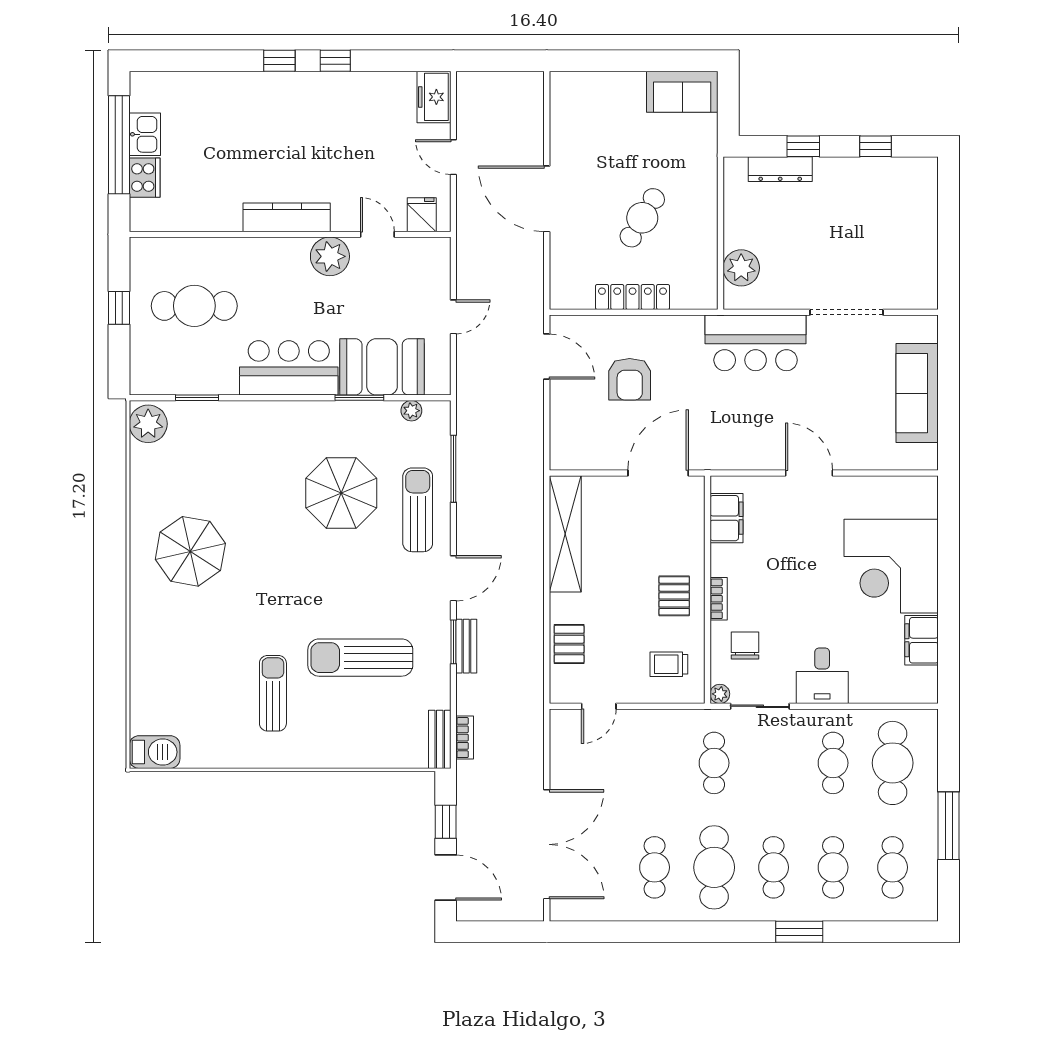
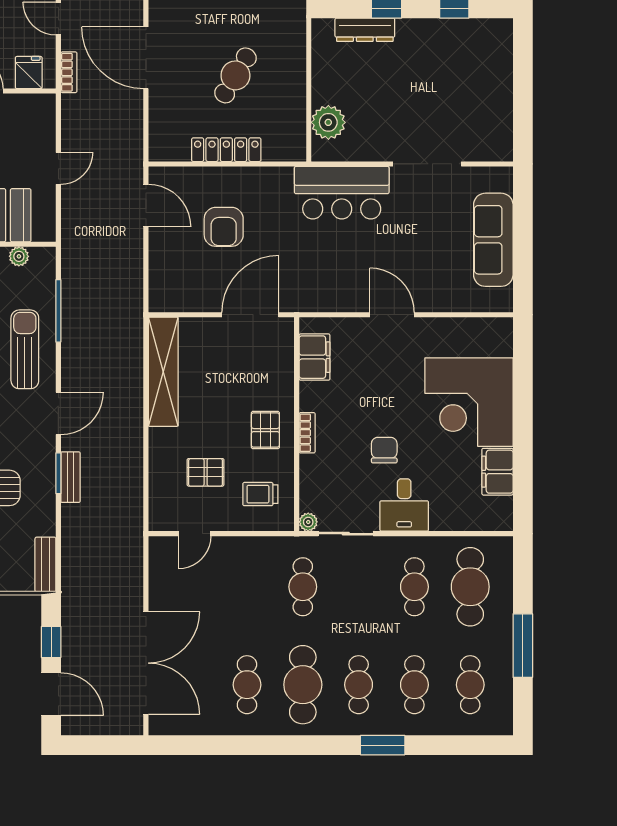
pallet: (569, 644) -> (206, 472), moved, turned 90
chair: (745, 646) -> (384, 450), moved
bookcase: (465, 738) -> (69, 72), moved

